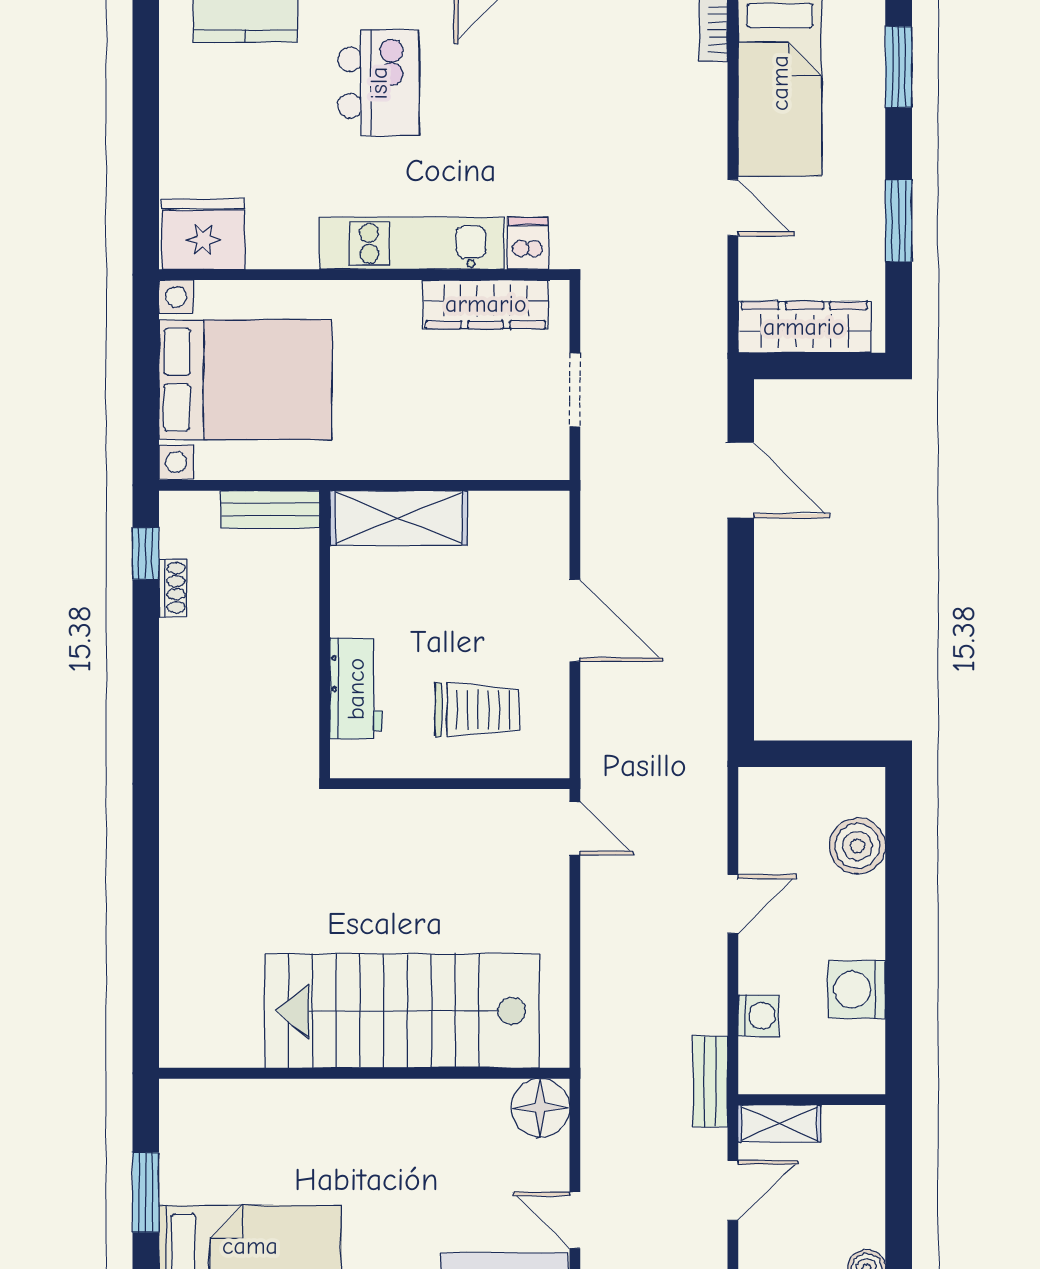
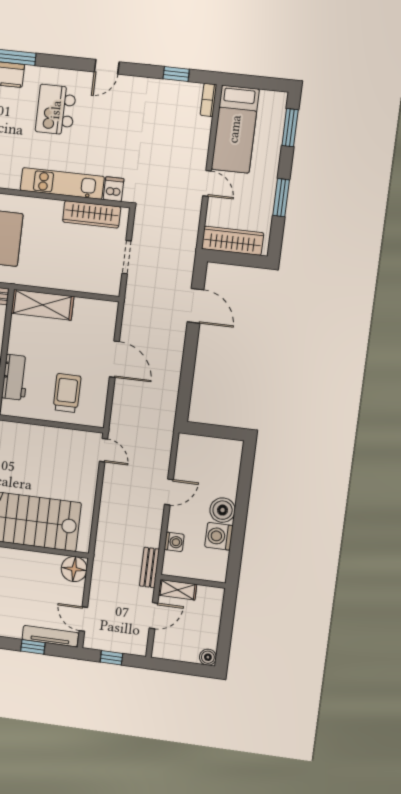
kitchen island: (379, 83) -> (56, 110), turned 180
trolley: (477, 710) -> (67, 393), turned -90
boiler: (857, 846) -> (223, 510), moved

